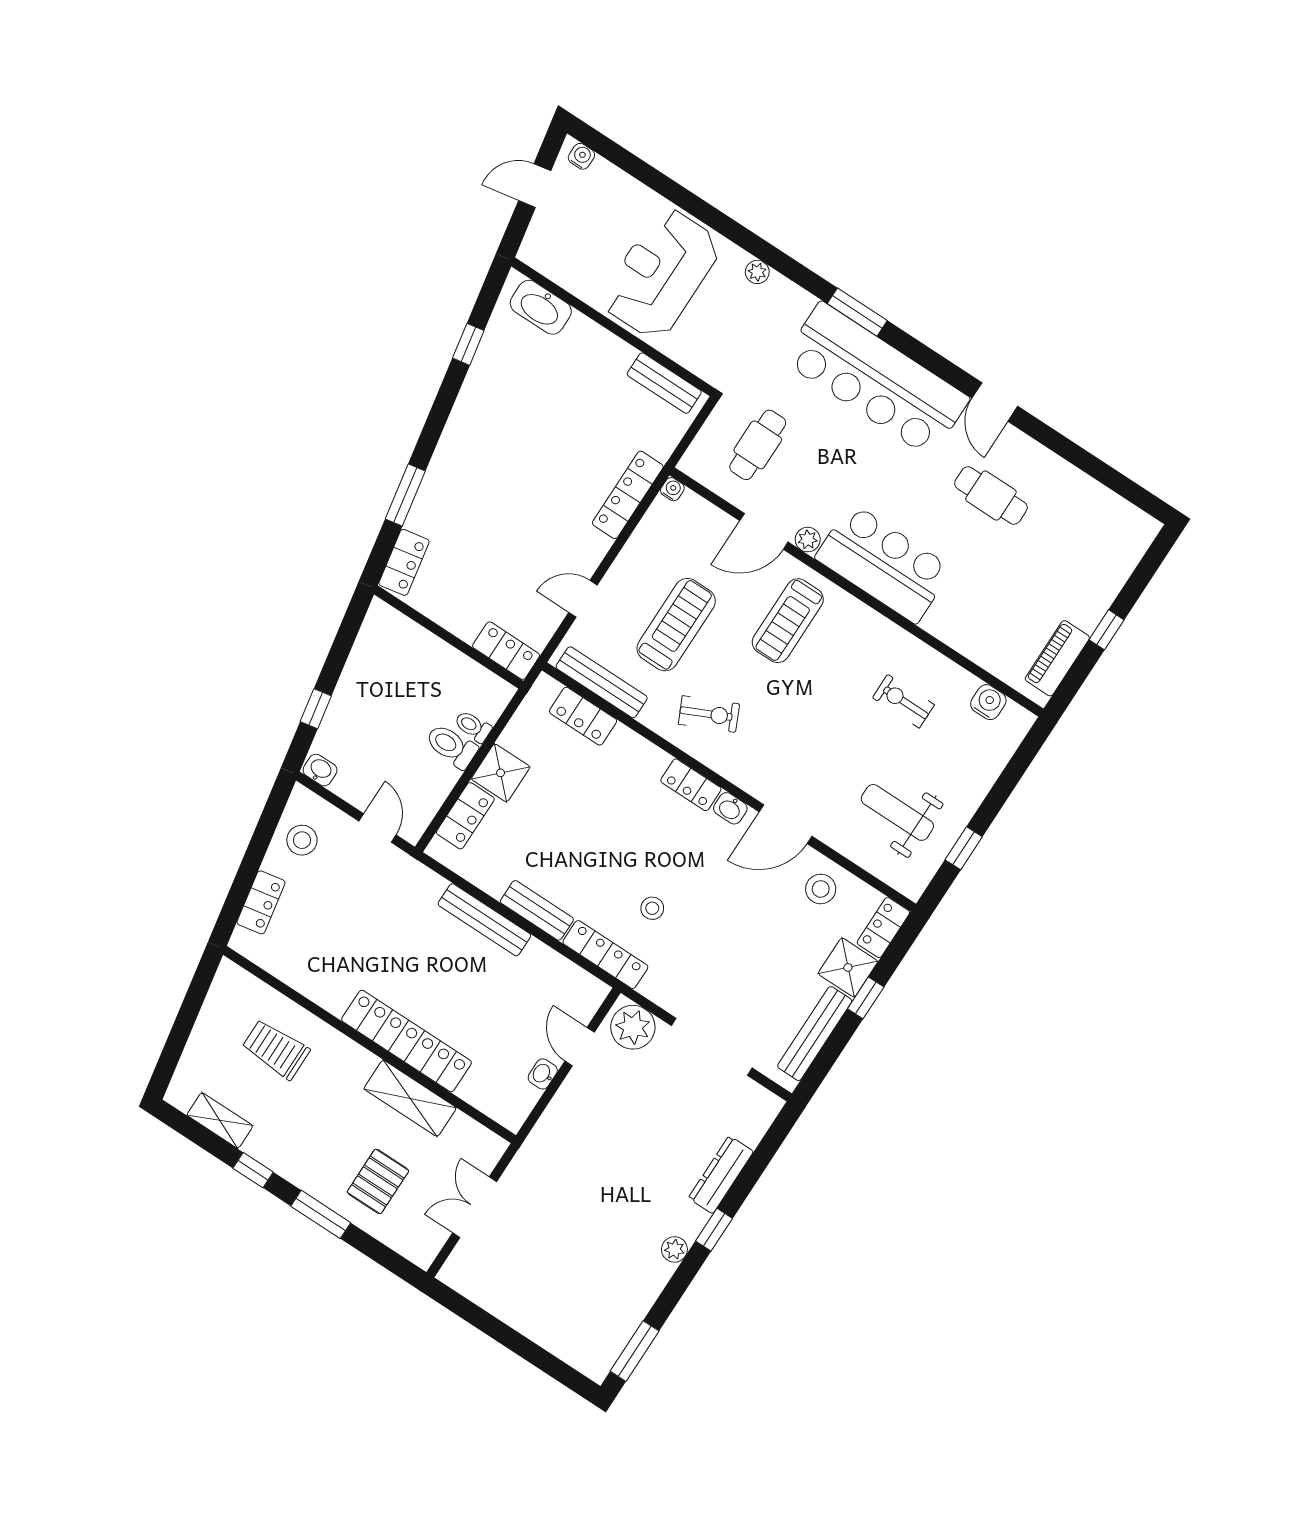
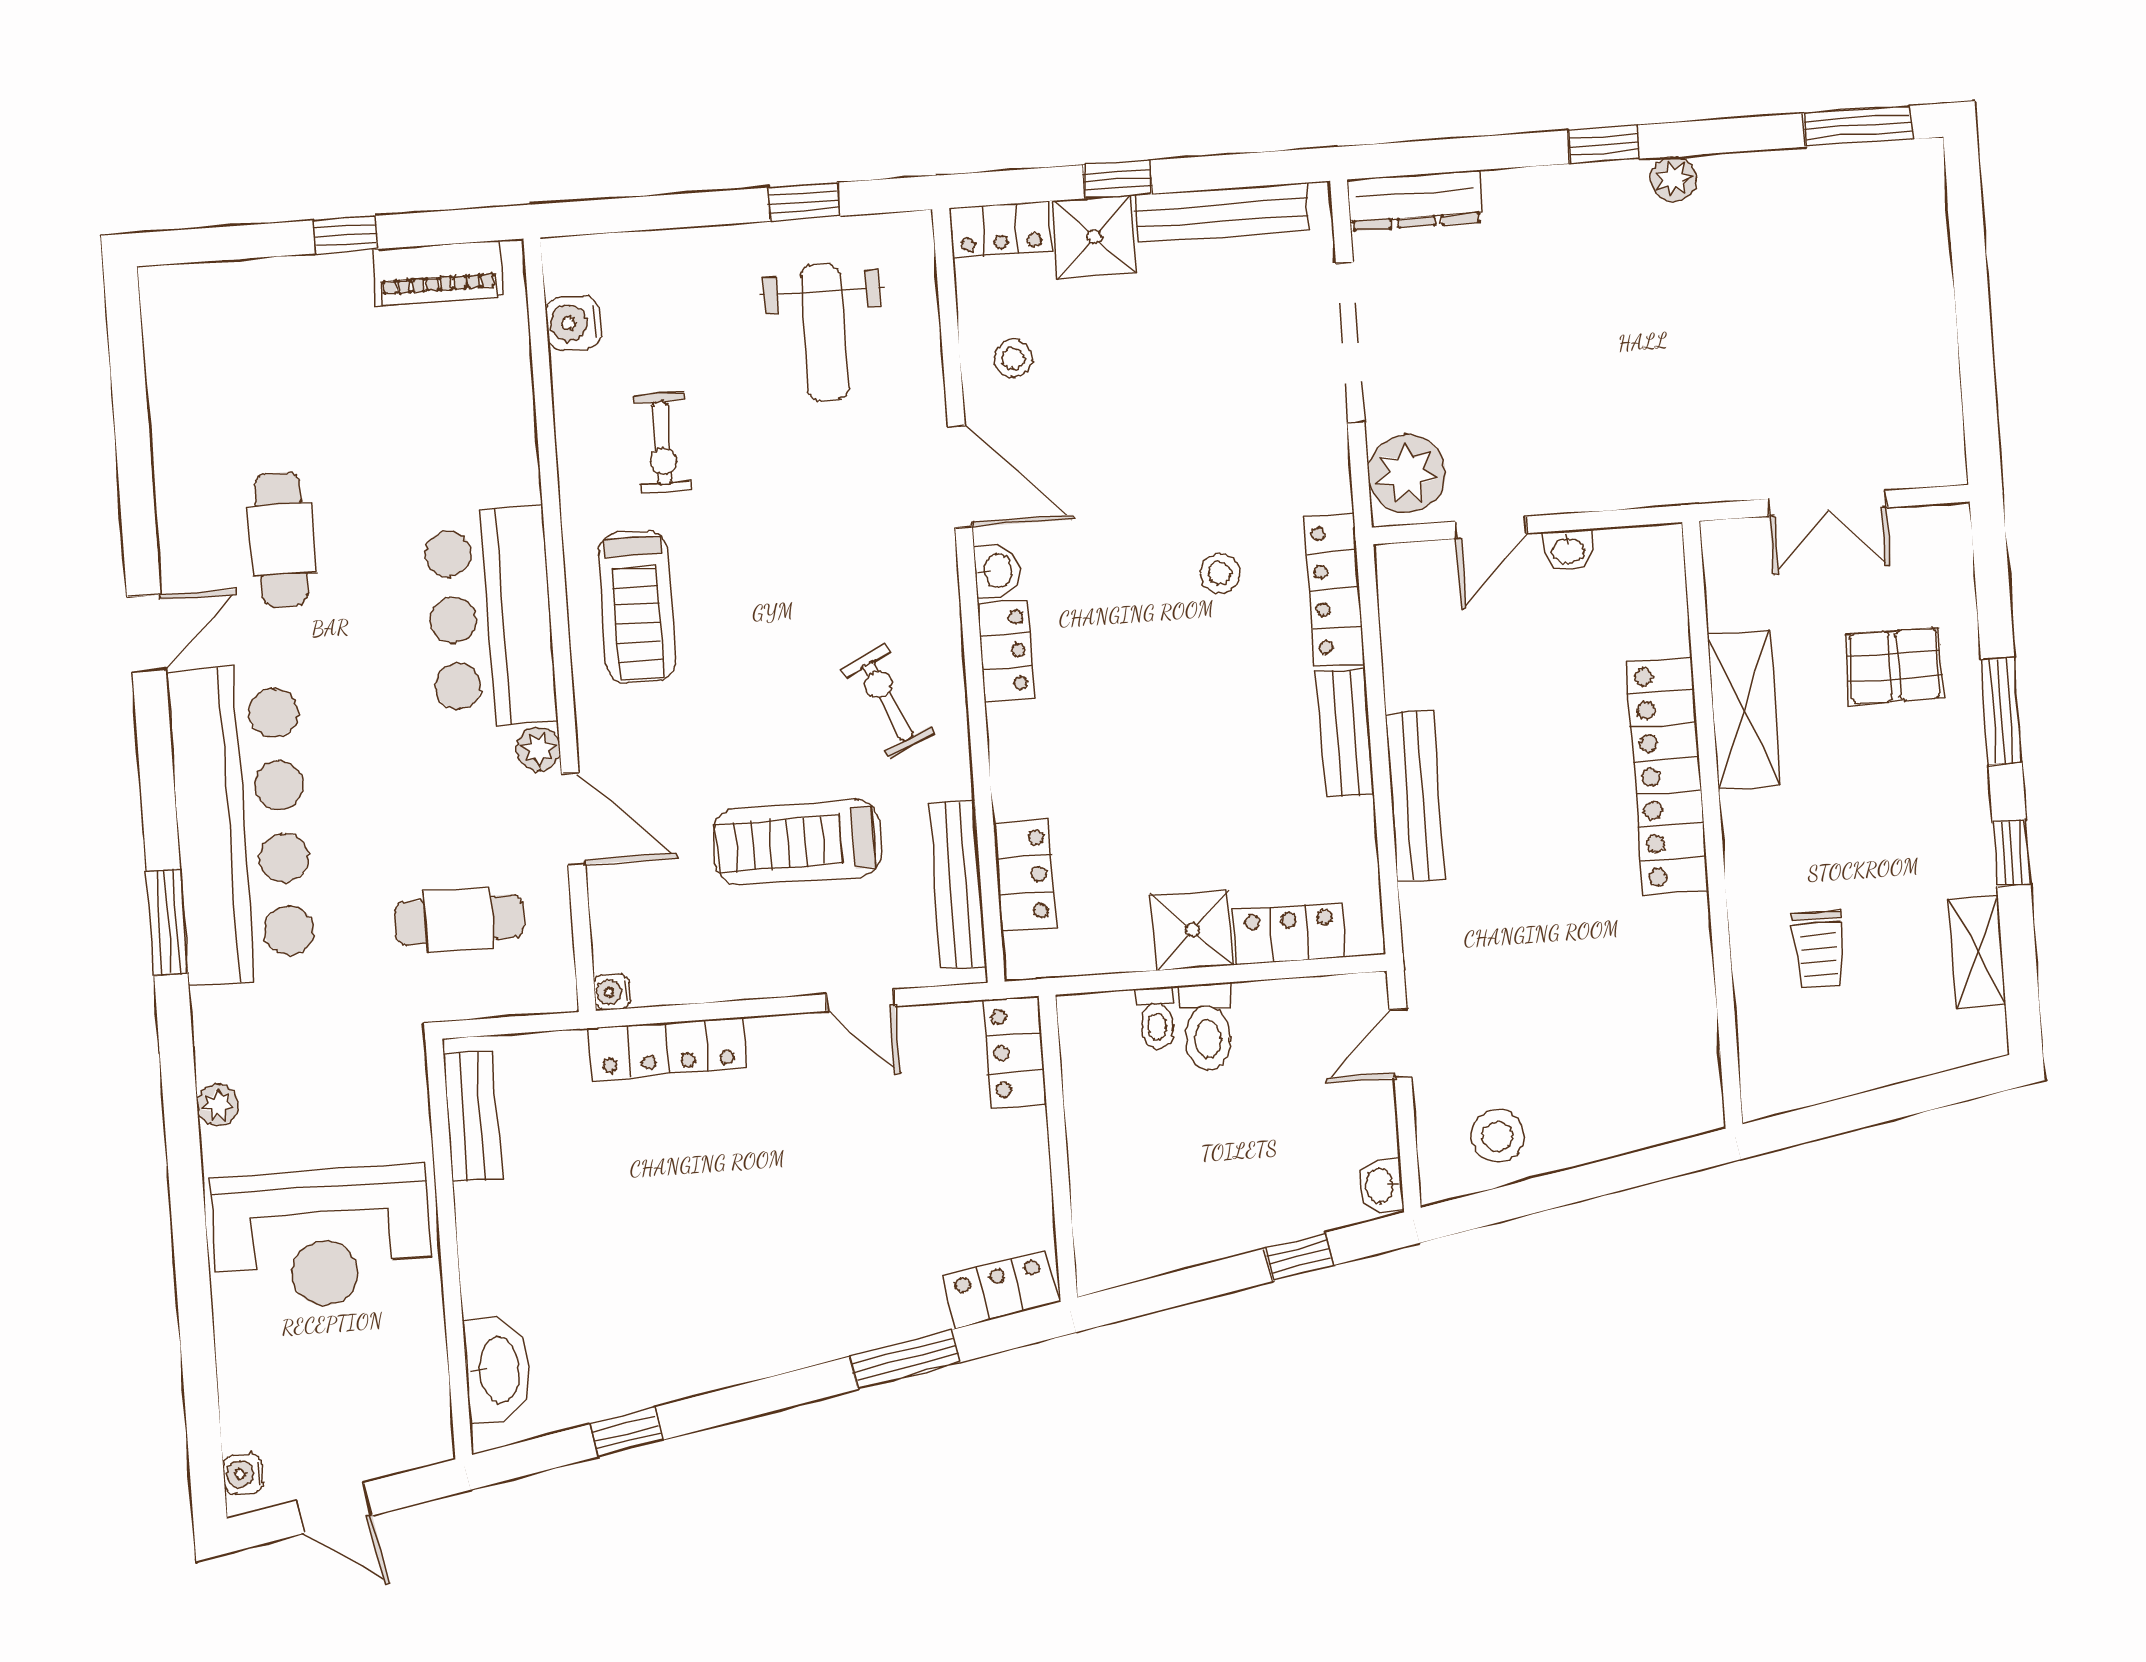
treadmill: (788, 621) -> (637, 607), moved, turned 90
stool: (821, 889) -> (1013, 358), width x0.73, depth x0.73
locker: (261, 902) -> (1629, 1127), removed
trolley: (276, 1049) -> (1818, 950), width x0.73, depth x0.72
dresser: (721, 1175) -> (1415, 201), moved

